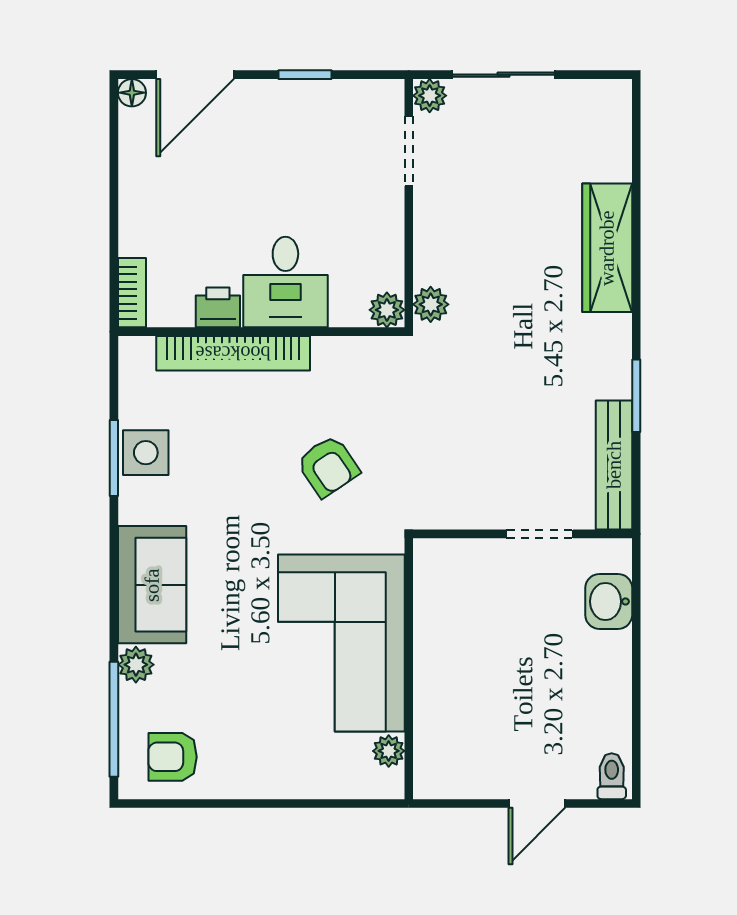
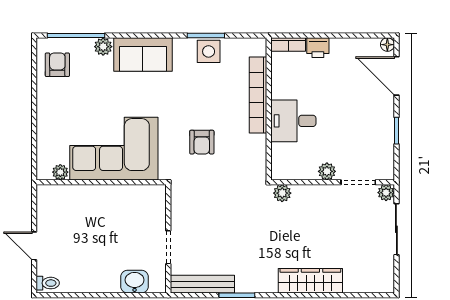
printer: (218, 307) -> (318, 48), moved, turned 90
plant: (387, 310) -> (327, 171), moved
armchair: (328, 466) -> (202, 142), turned -56

